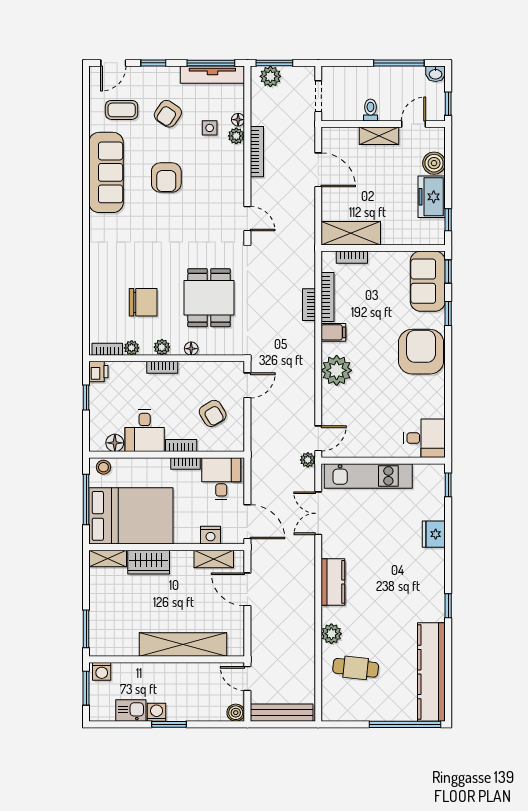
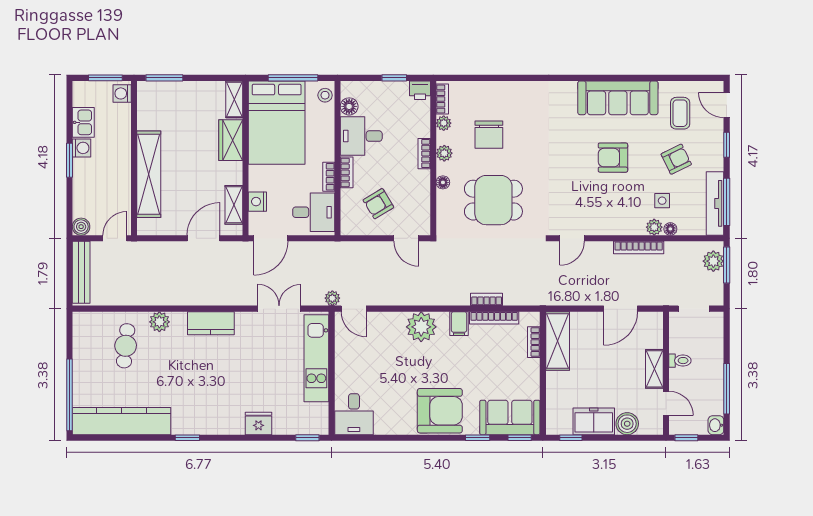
armchair: (168, 114) -> (676, 159), turned 120

